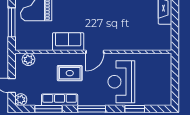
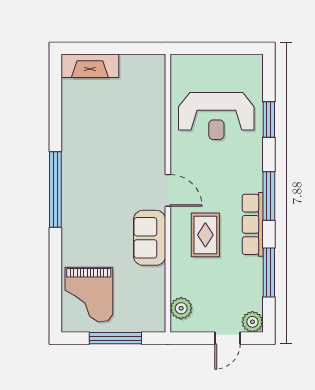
reception desk: (121, 82) -> (216, 116), moved
row of seats: (60, 100) -> (253, 224), moved

